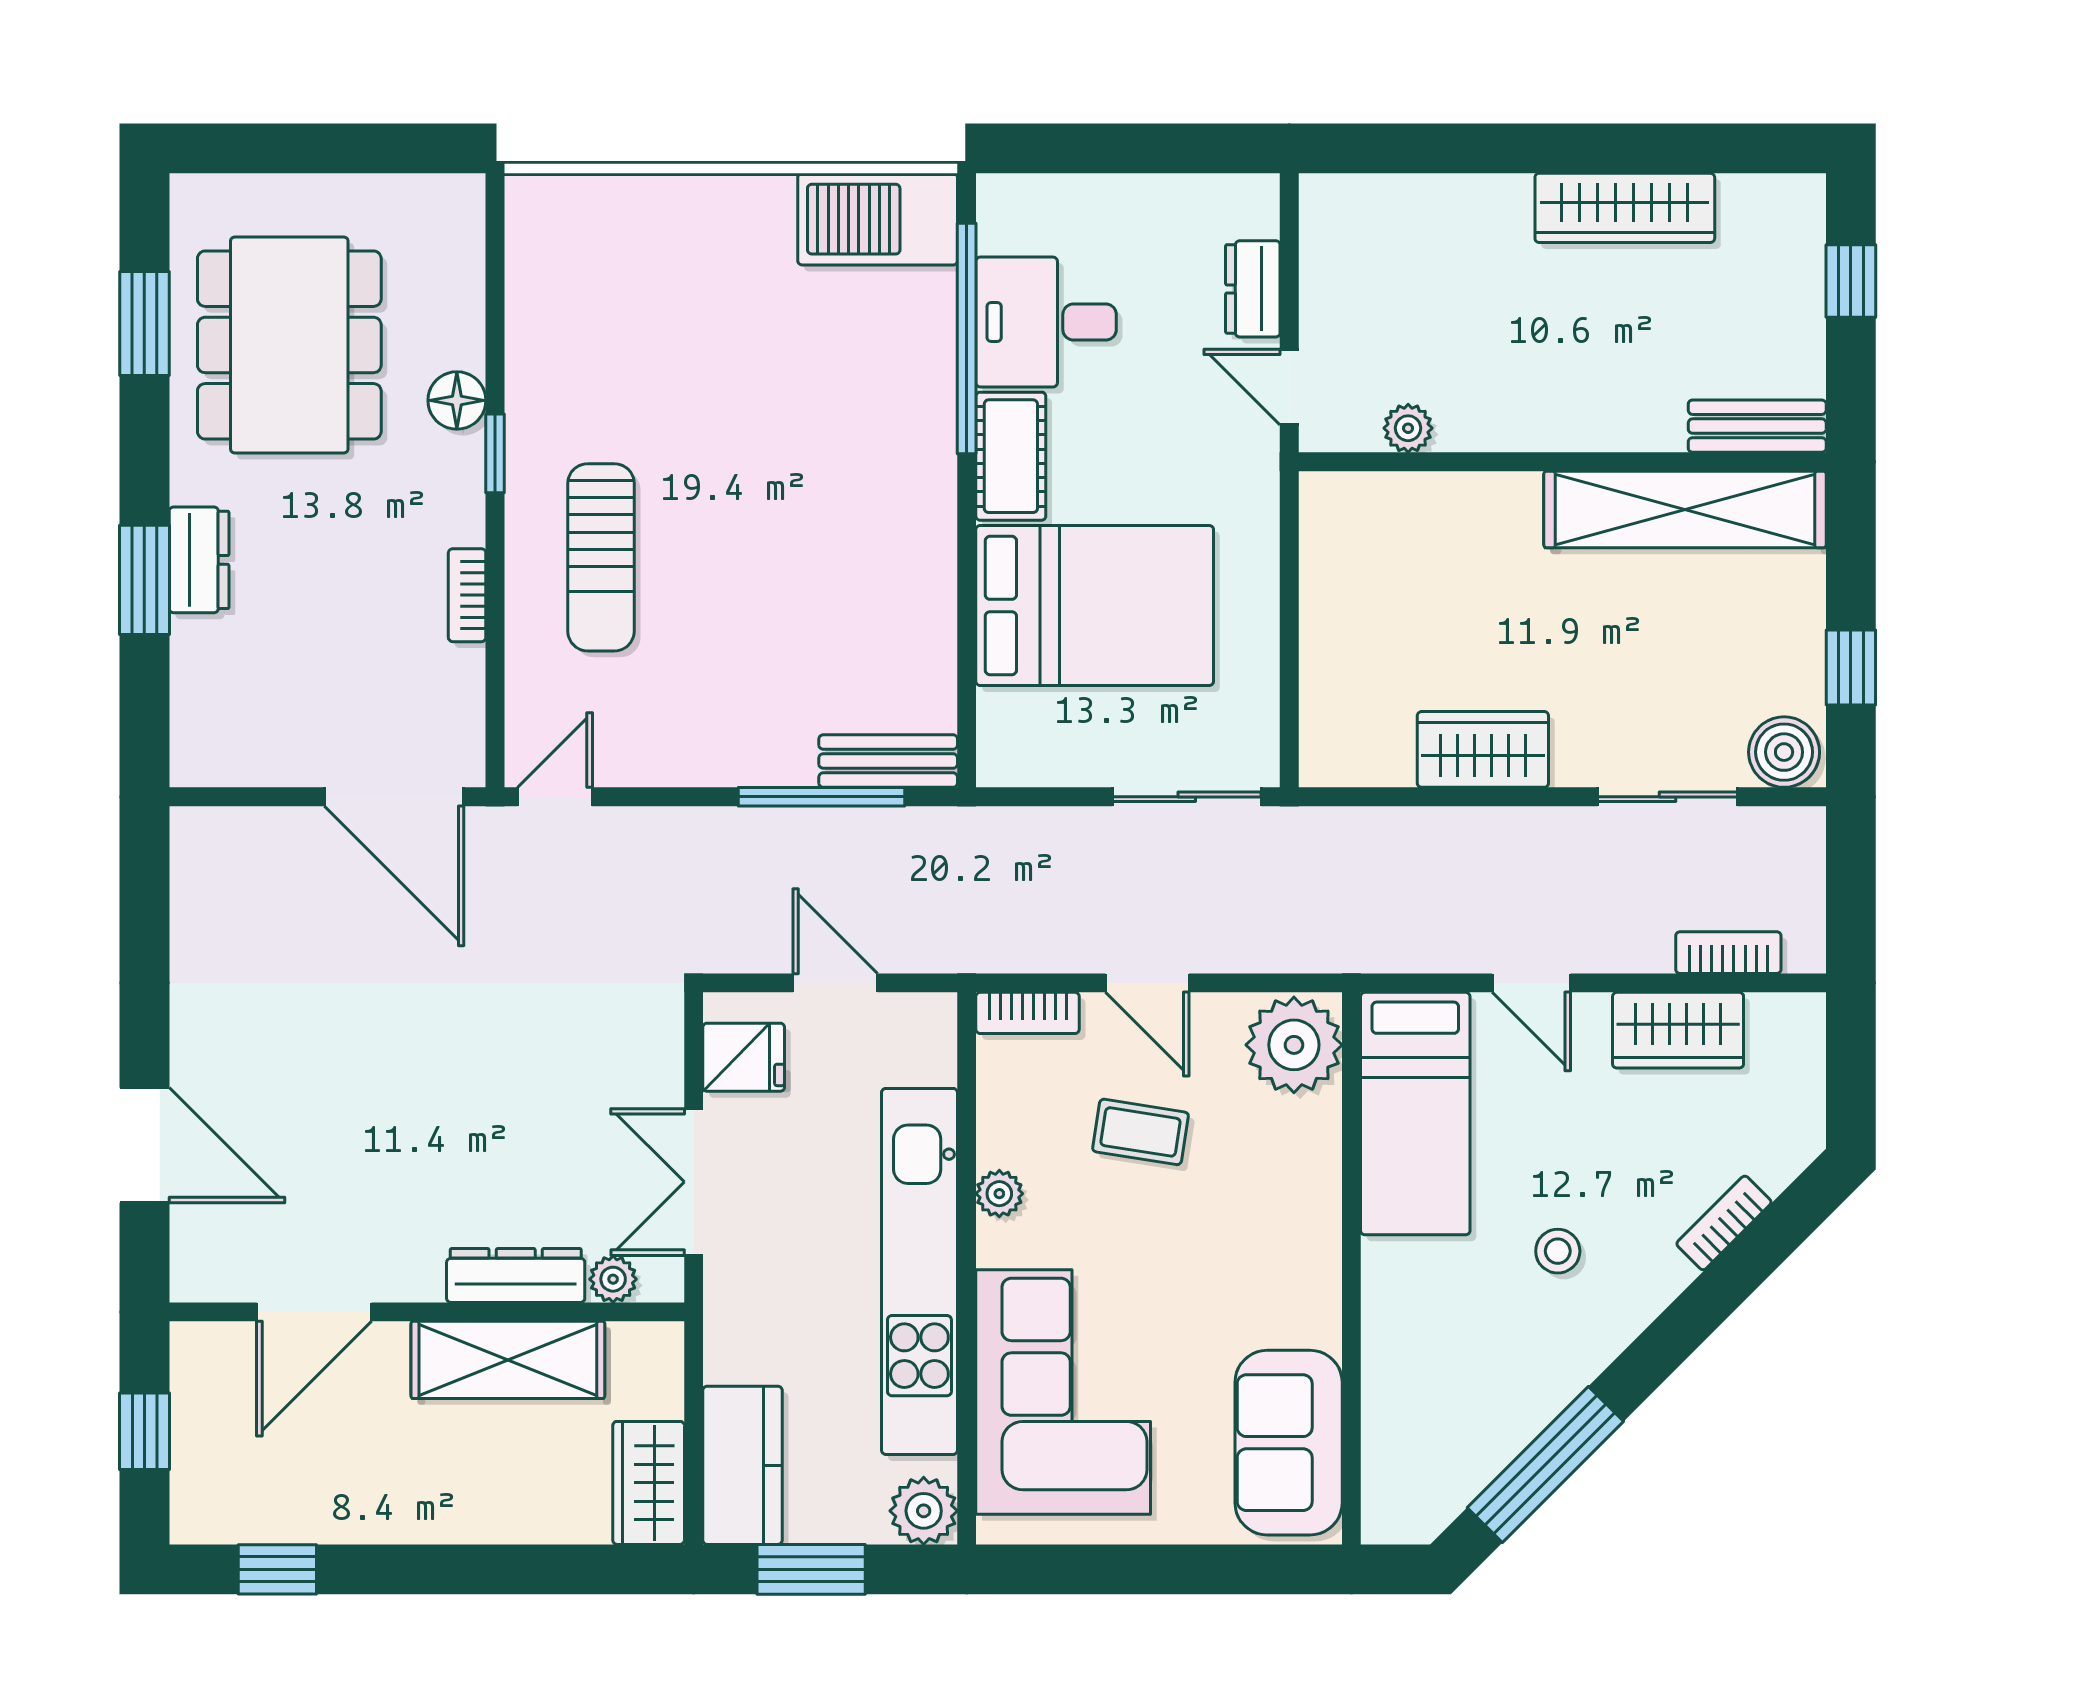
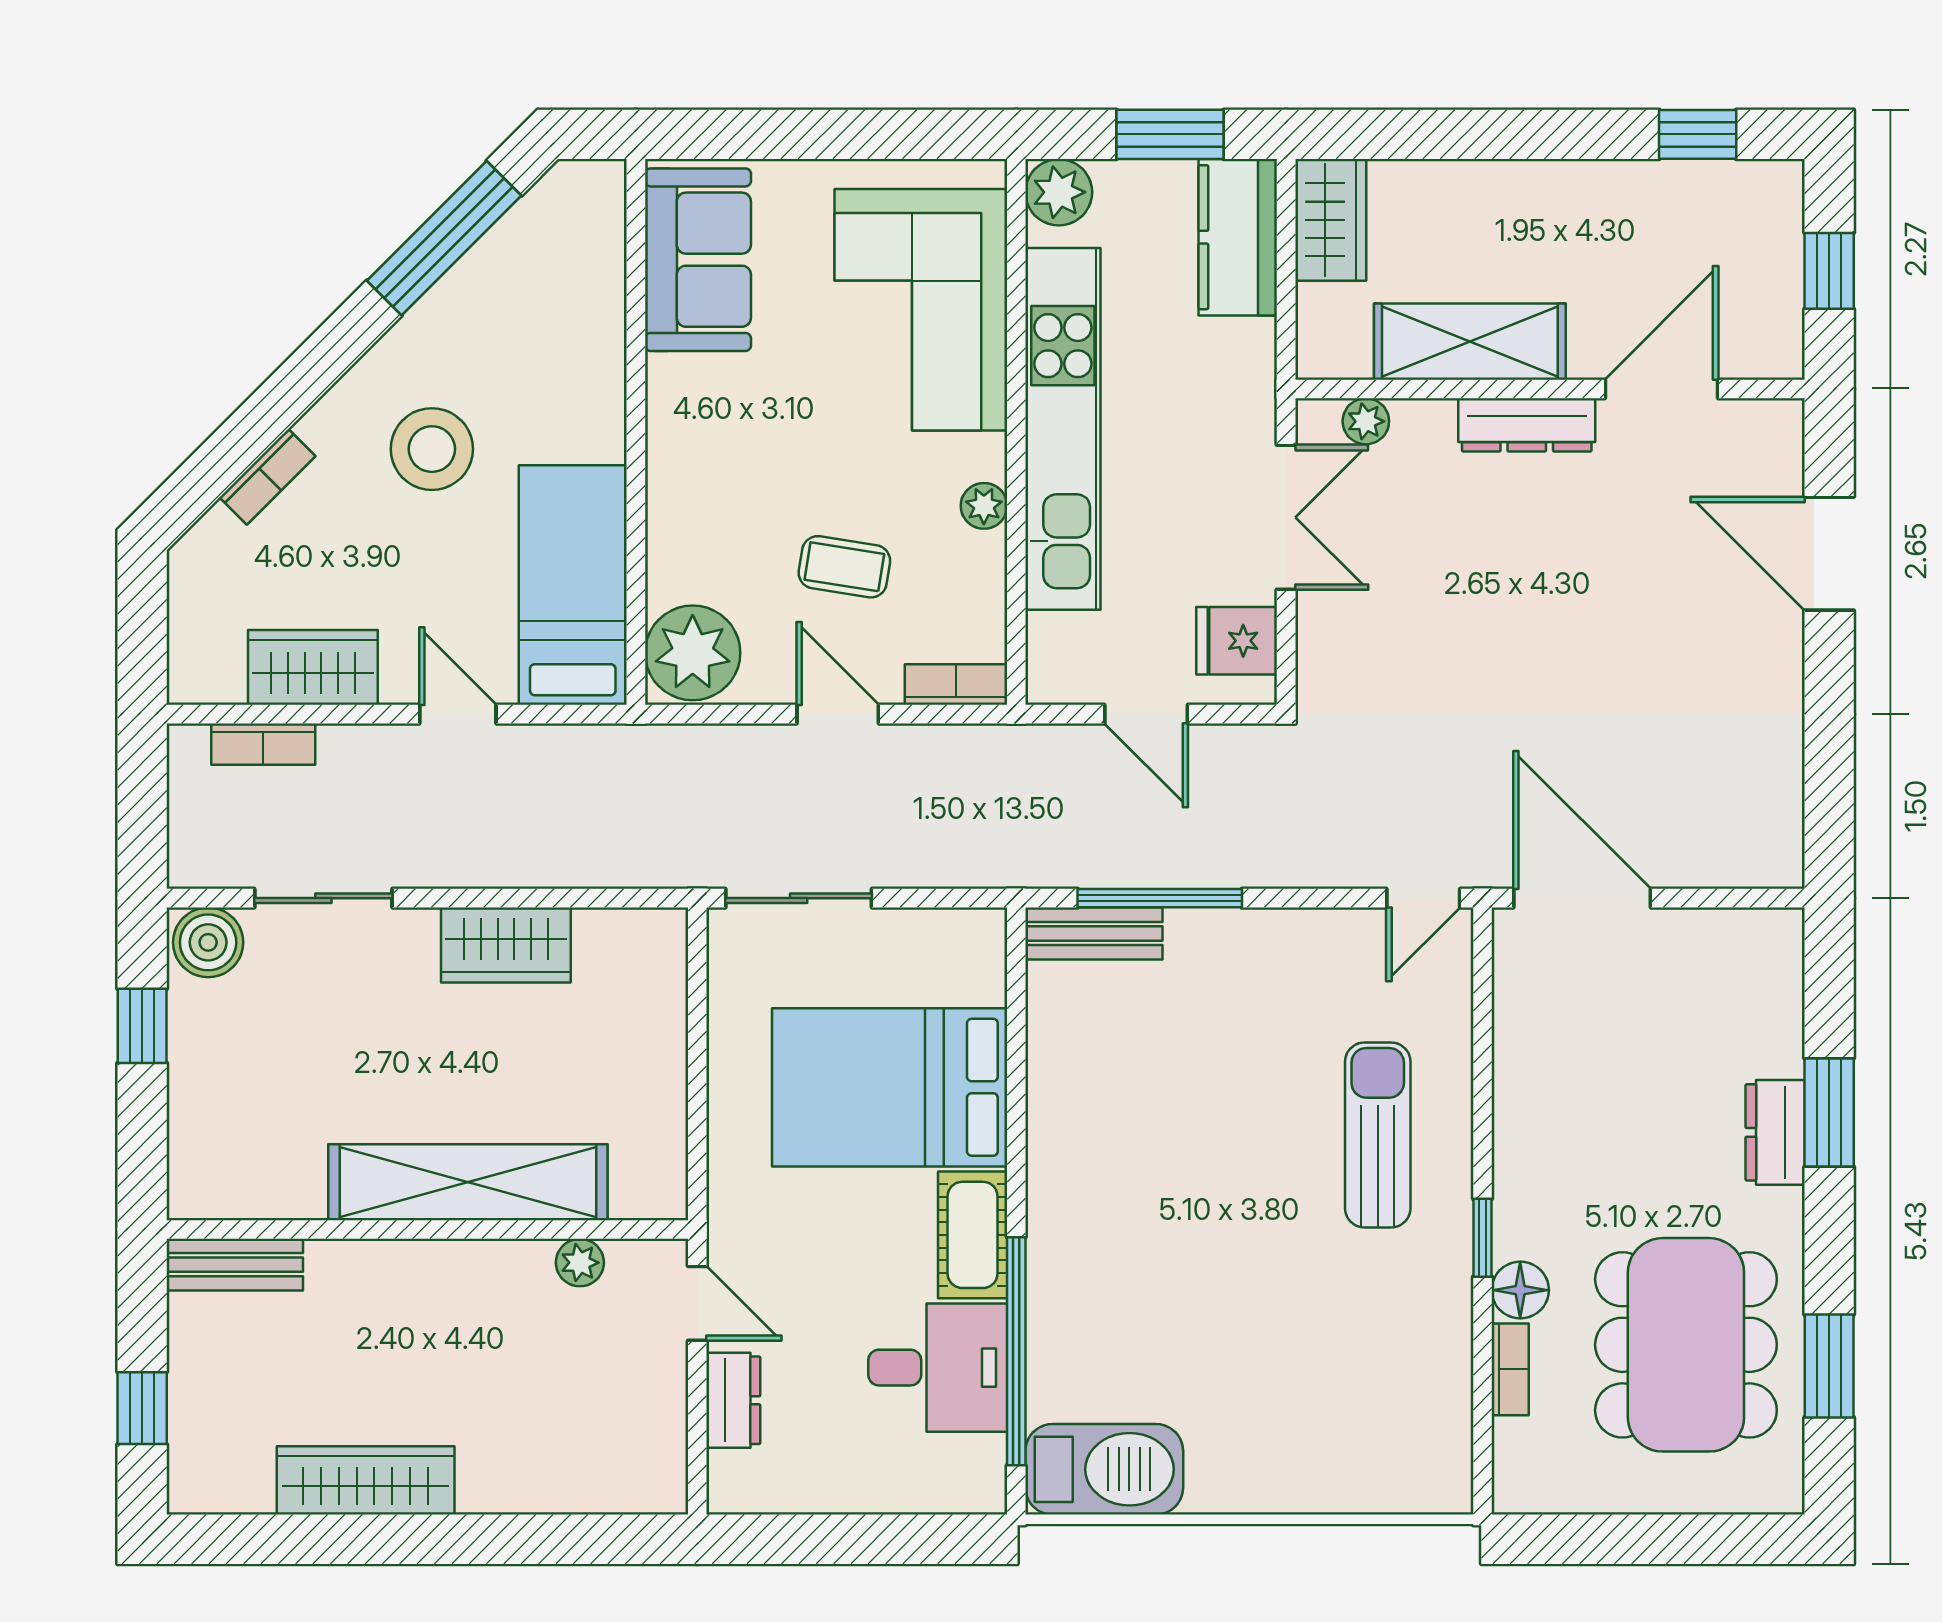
shelving: (1685, 509) -> (468, 1182), moved
bookcase: (467, 595) -> (1510, 1369), moved
stool: (1558, 1251) -> (432, 449), width x1.89, depth x1.89
dresser: (516, 1275) -> (1527, 425), moved

